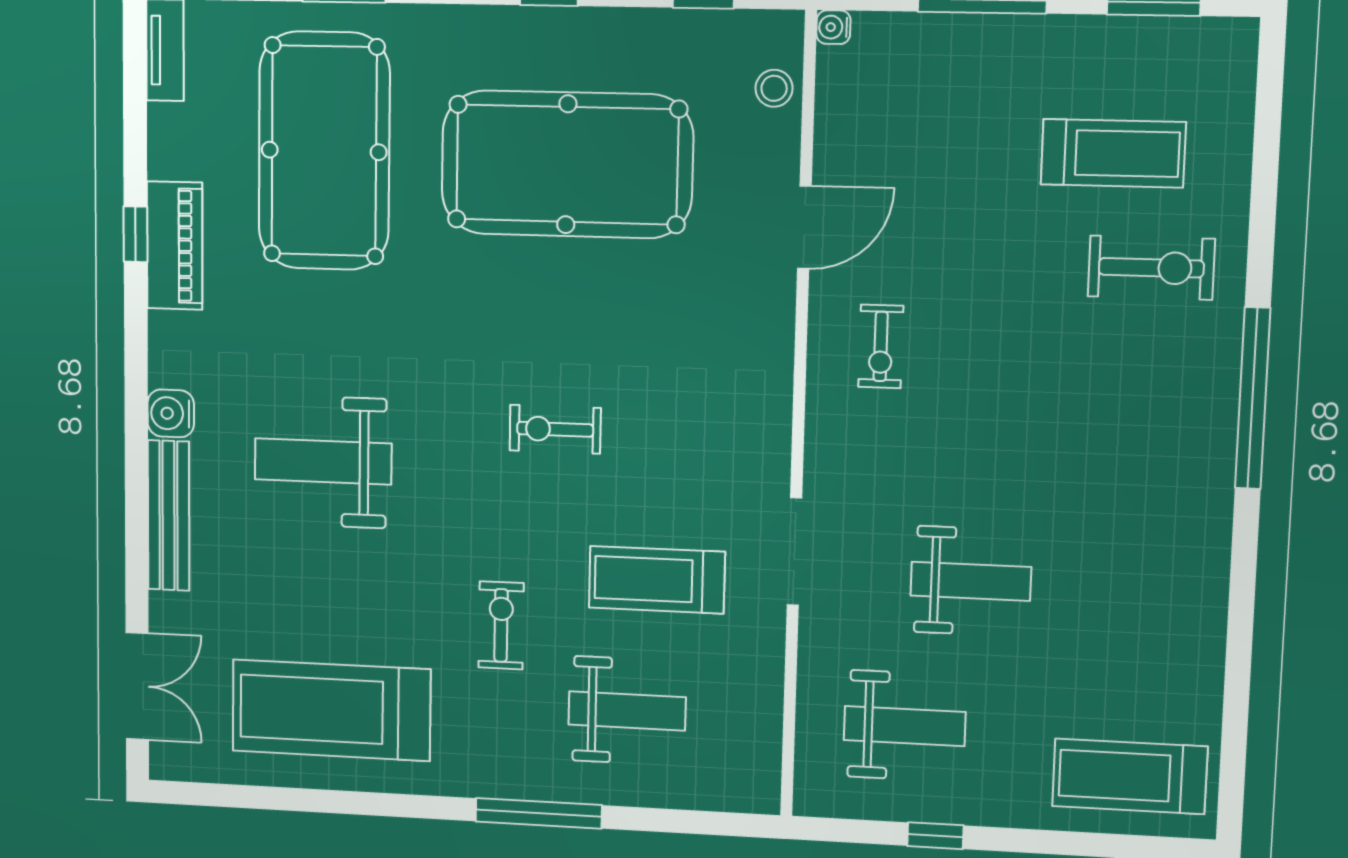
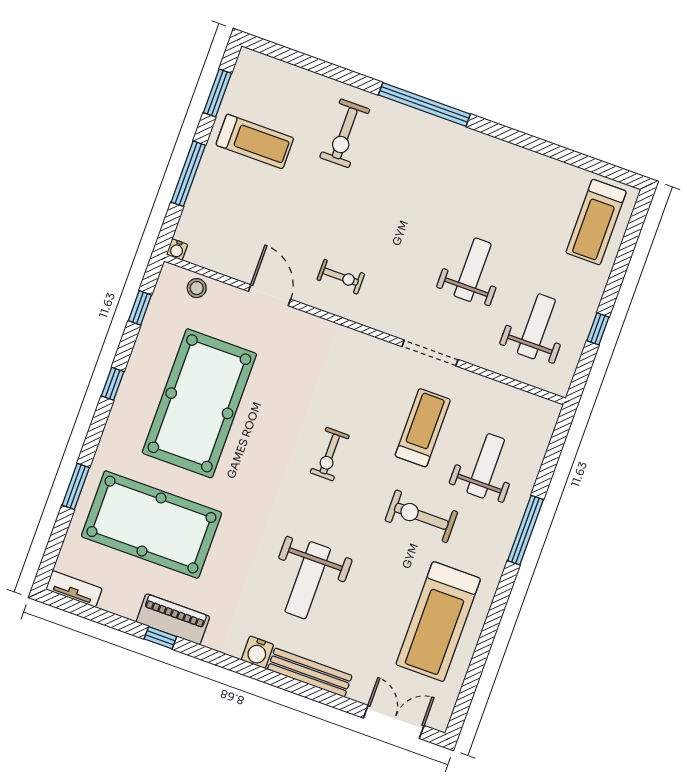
treadmill: (1113, 153) -> (255, 141), moved, turned 90
exercise bike: (1151, 268) -> (345, 133), turned 180
treadmill: (657, 580) -> (423, 428), turned 180
exercise bike: (501, 625) -> (421, 516), width x1.38, depth x1.39

